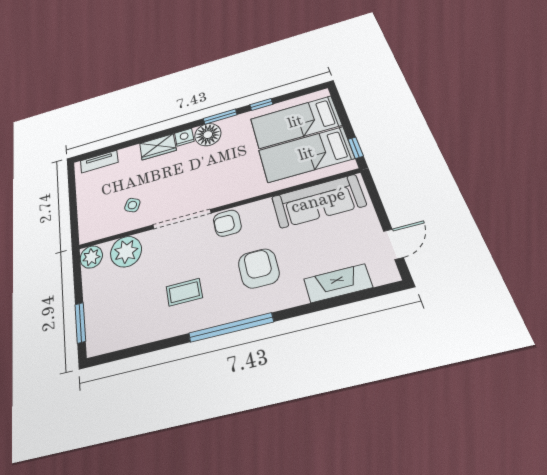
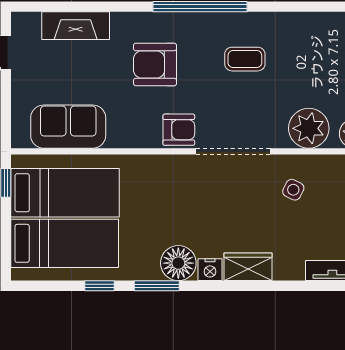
sofa: (318, 201) -> (68, 127), width x0.73
armchair: (259, 268) -> (155, 64), turned 90

